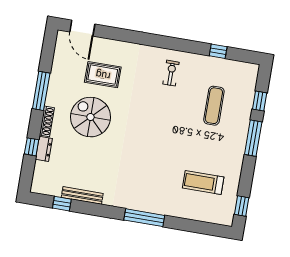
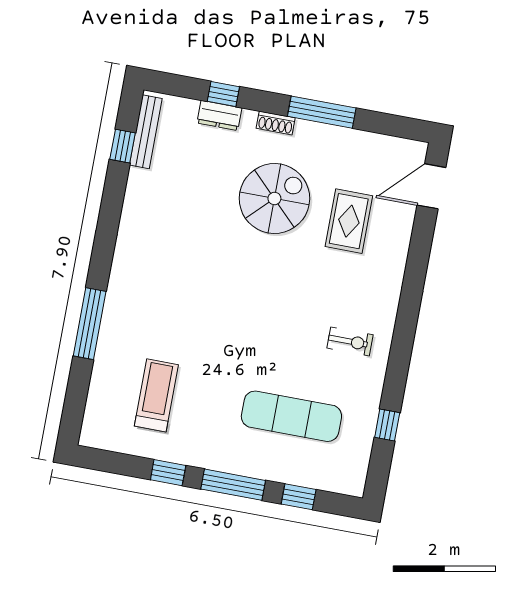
exercise mat: (214, 106) -> (291, 416), width x1.36, depth x1.45
shoe rack: (47, 121) -> (276, 123), width x0.70
bench: (82, 195) -> (146, 132), moved
window: (242, 206) -> (168, 473), moved
window: (144, 218) -> (90, 324), moved

